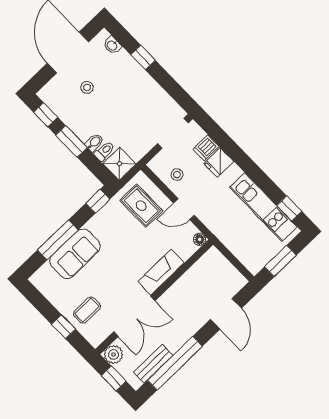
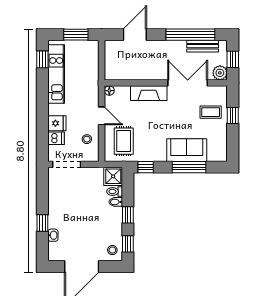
washbasin: (112, 45) -> (53, 235), moved
stool: (87, 87) -> (112, 250), moved
window: (71, 141) -> (128, 215), width x0.67

